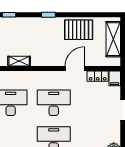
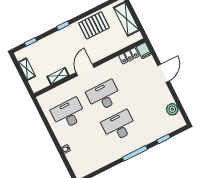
door: (75, 69) -> (85, 70), moved

